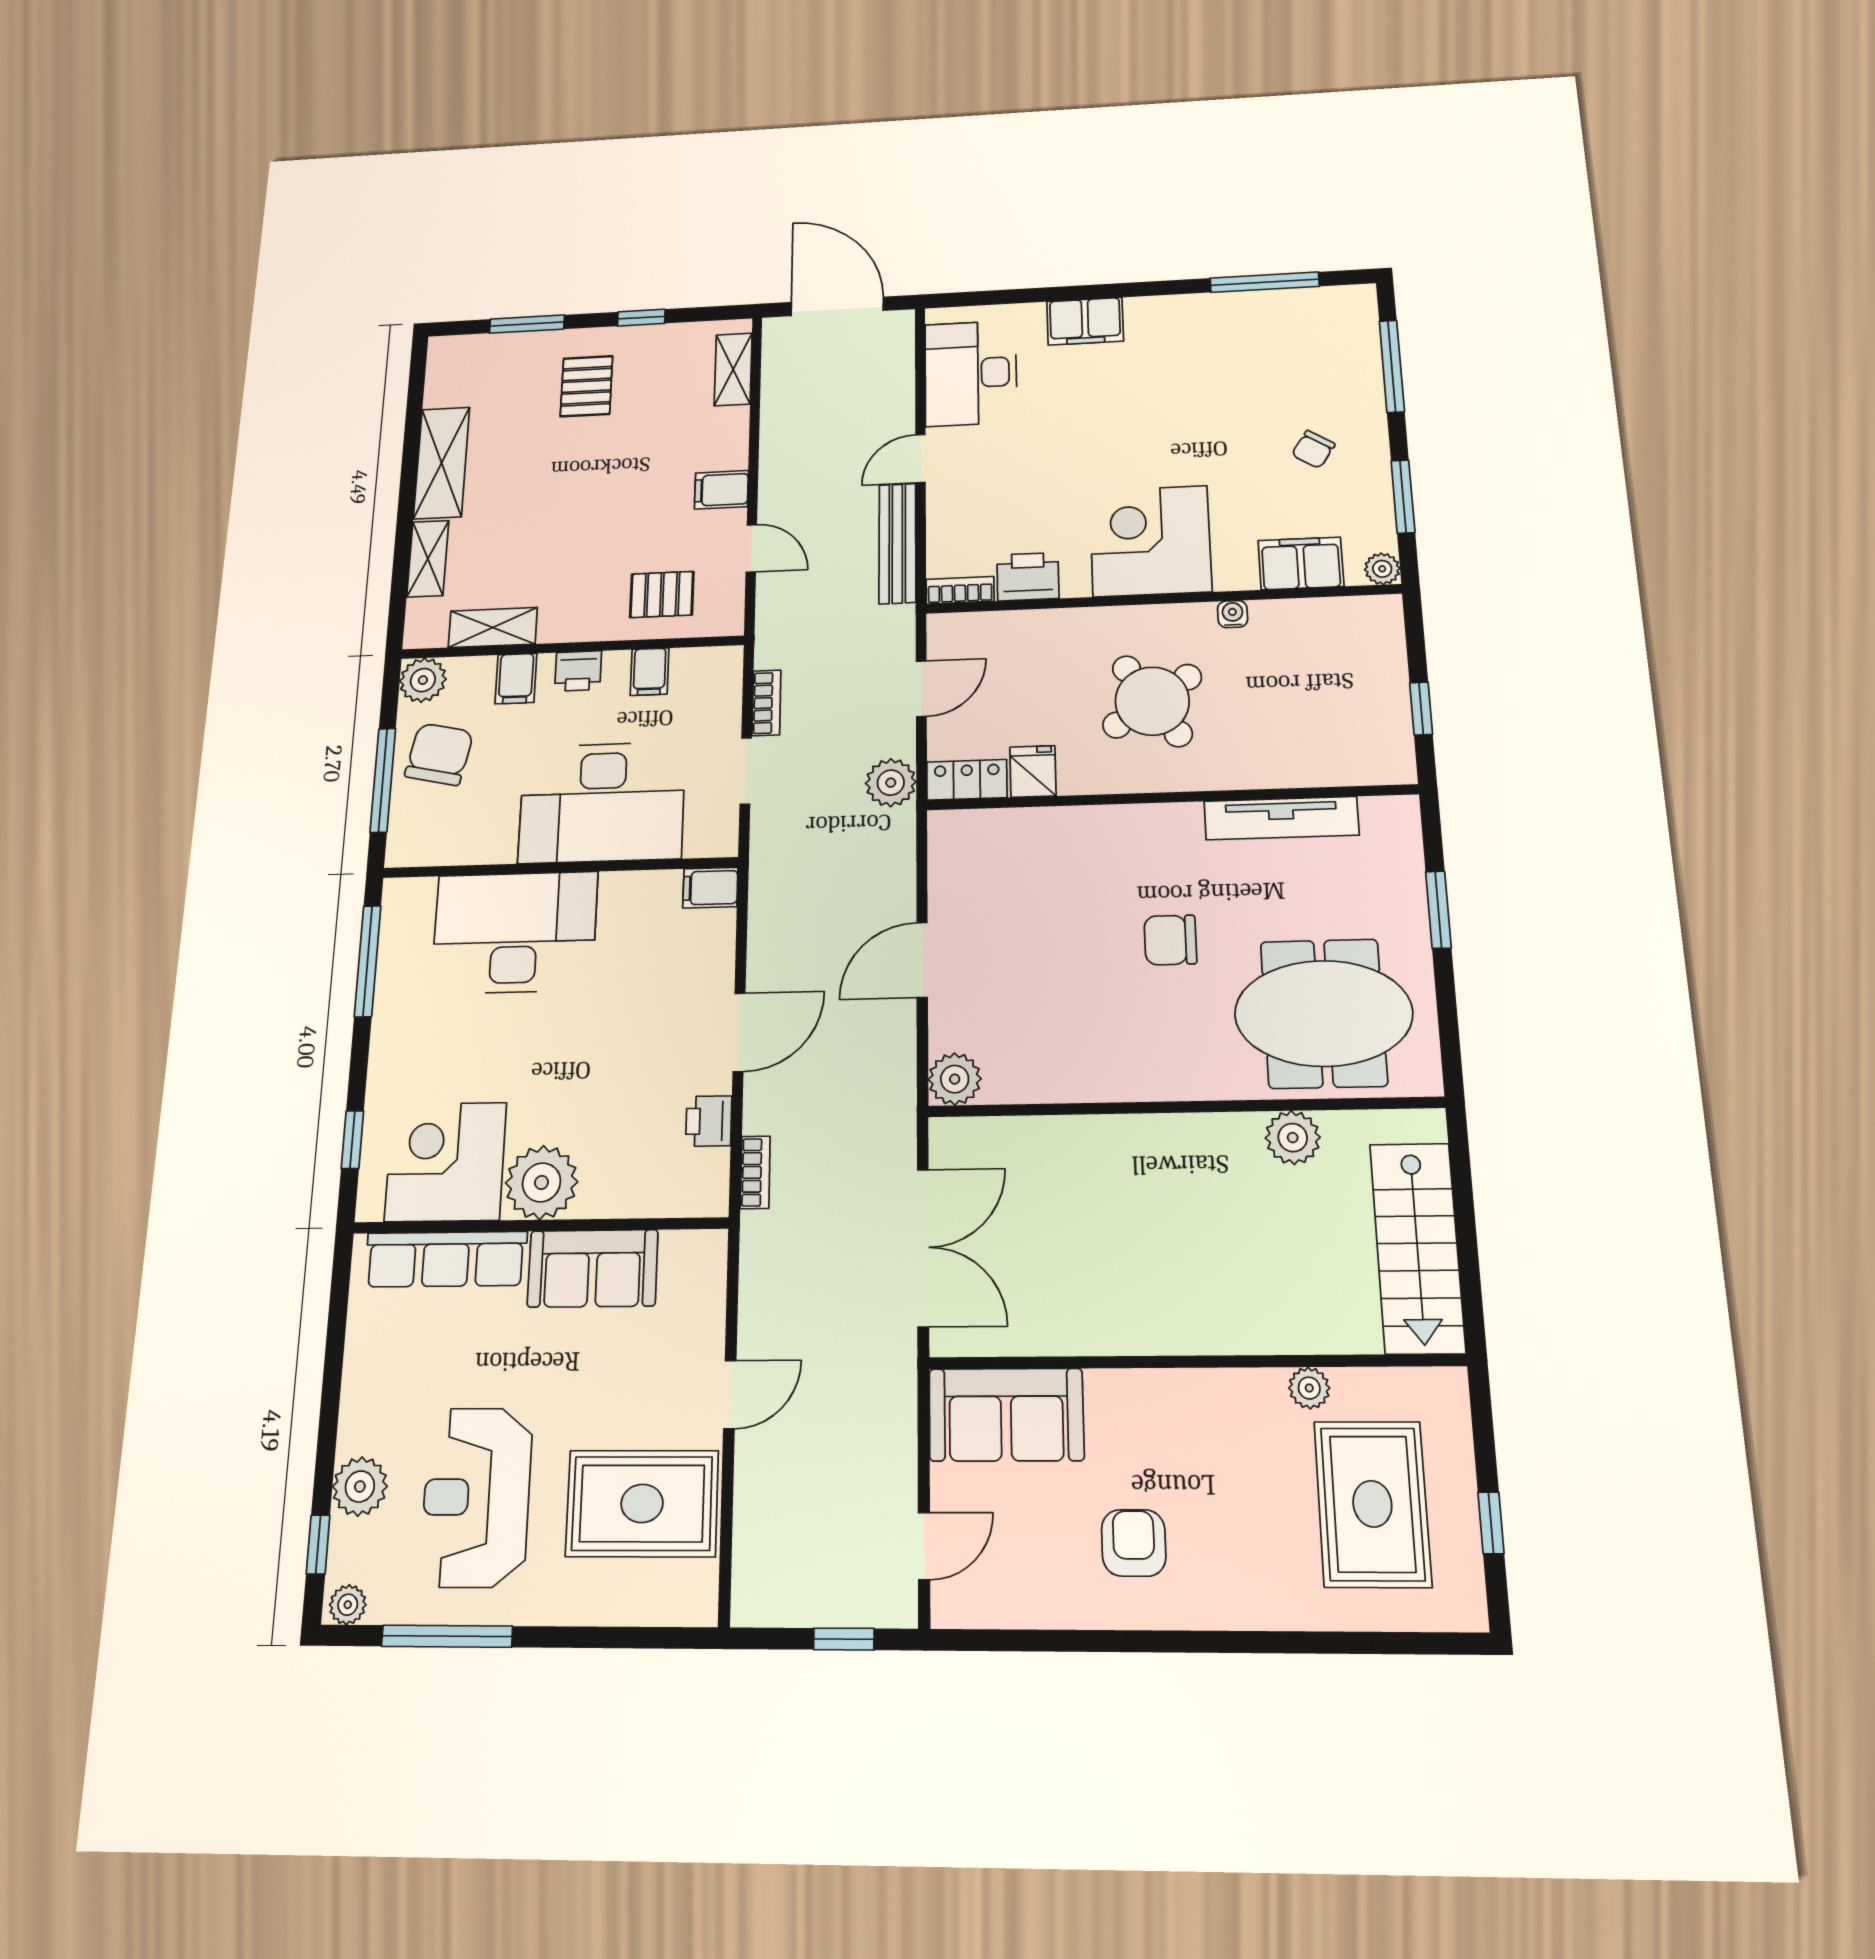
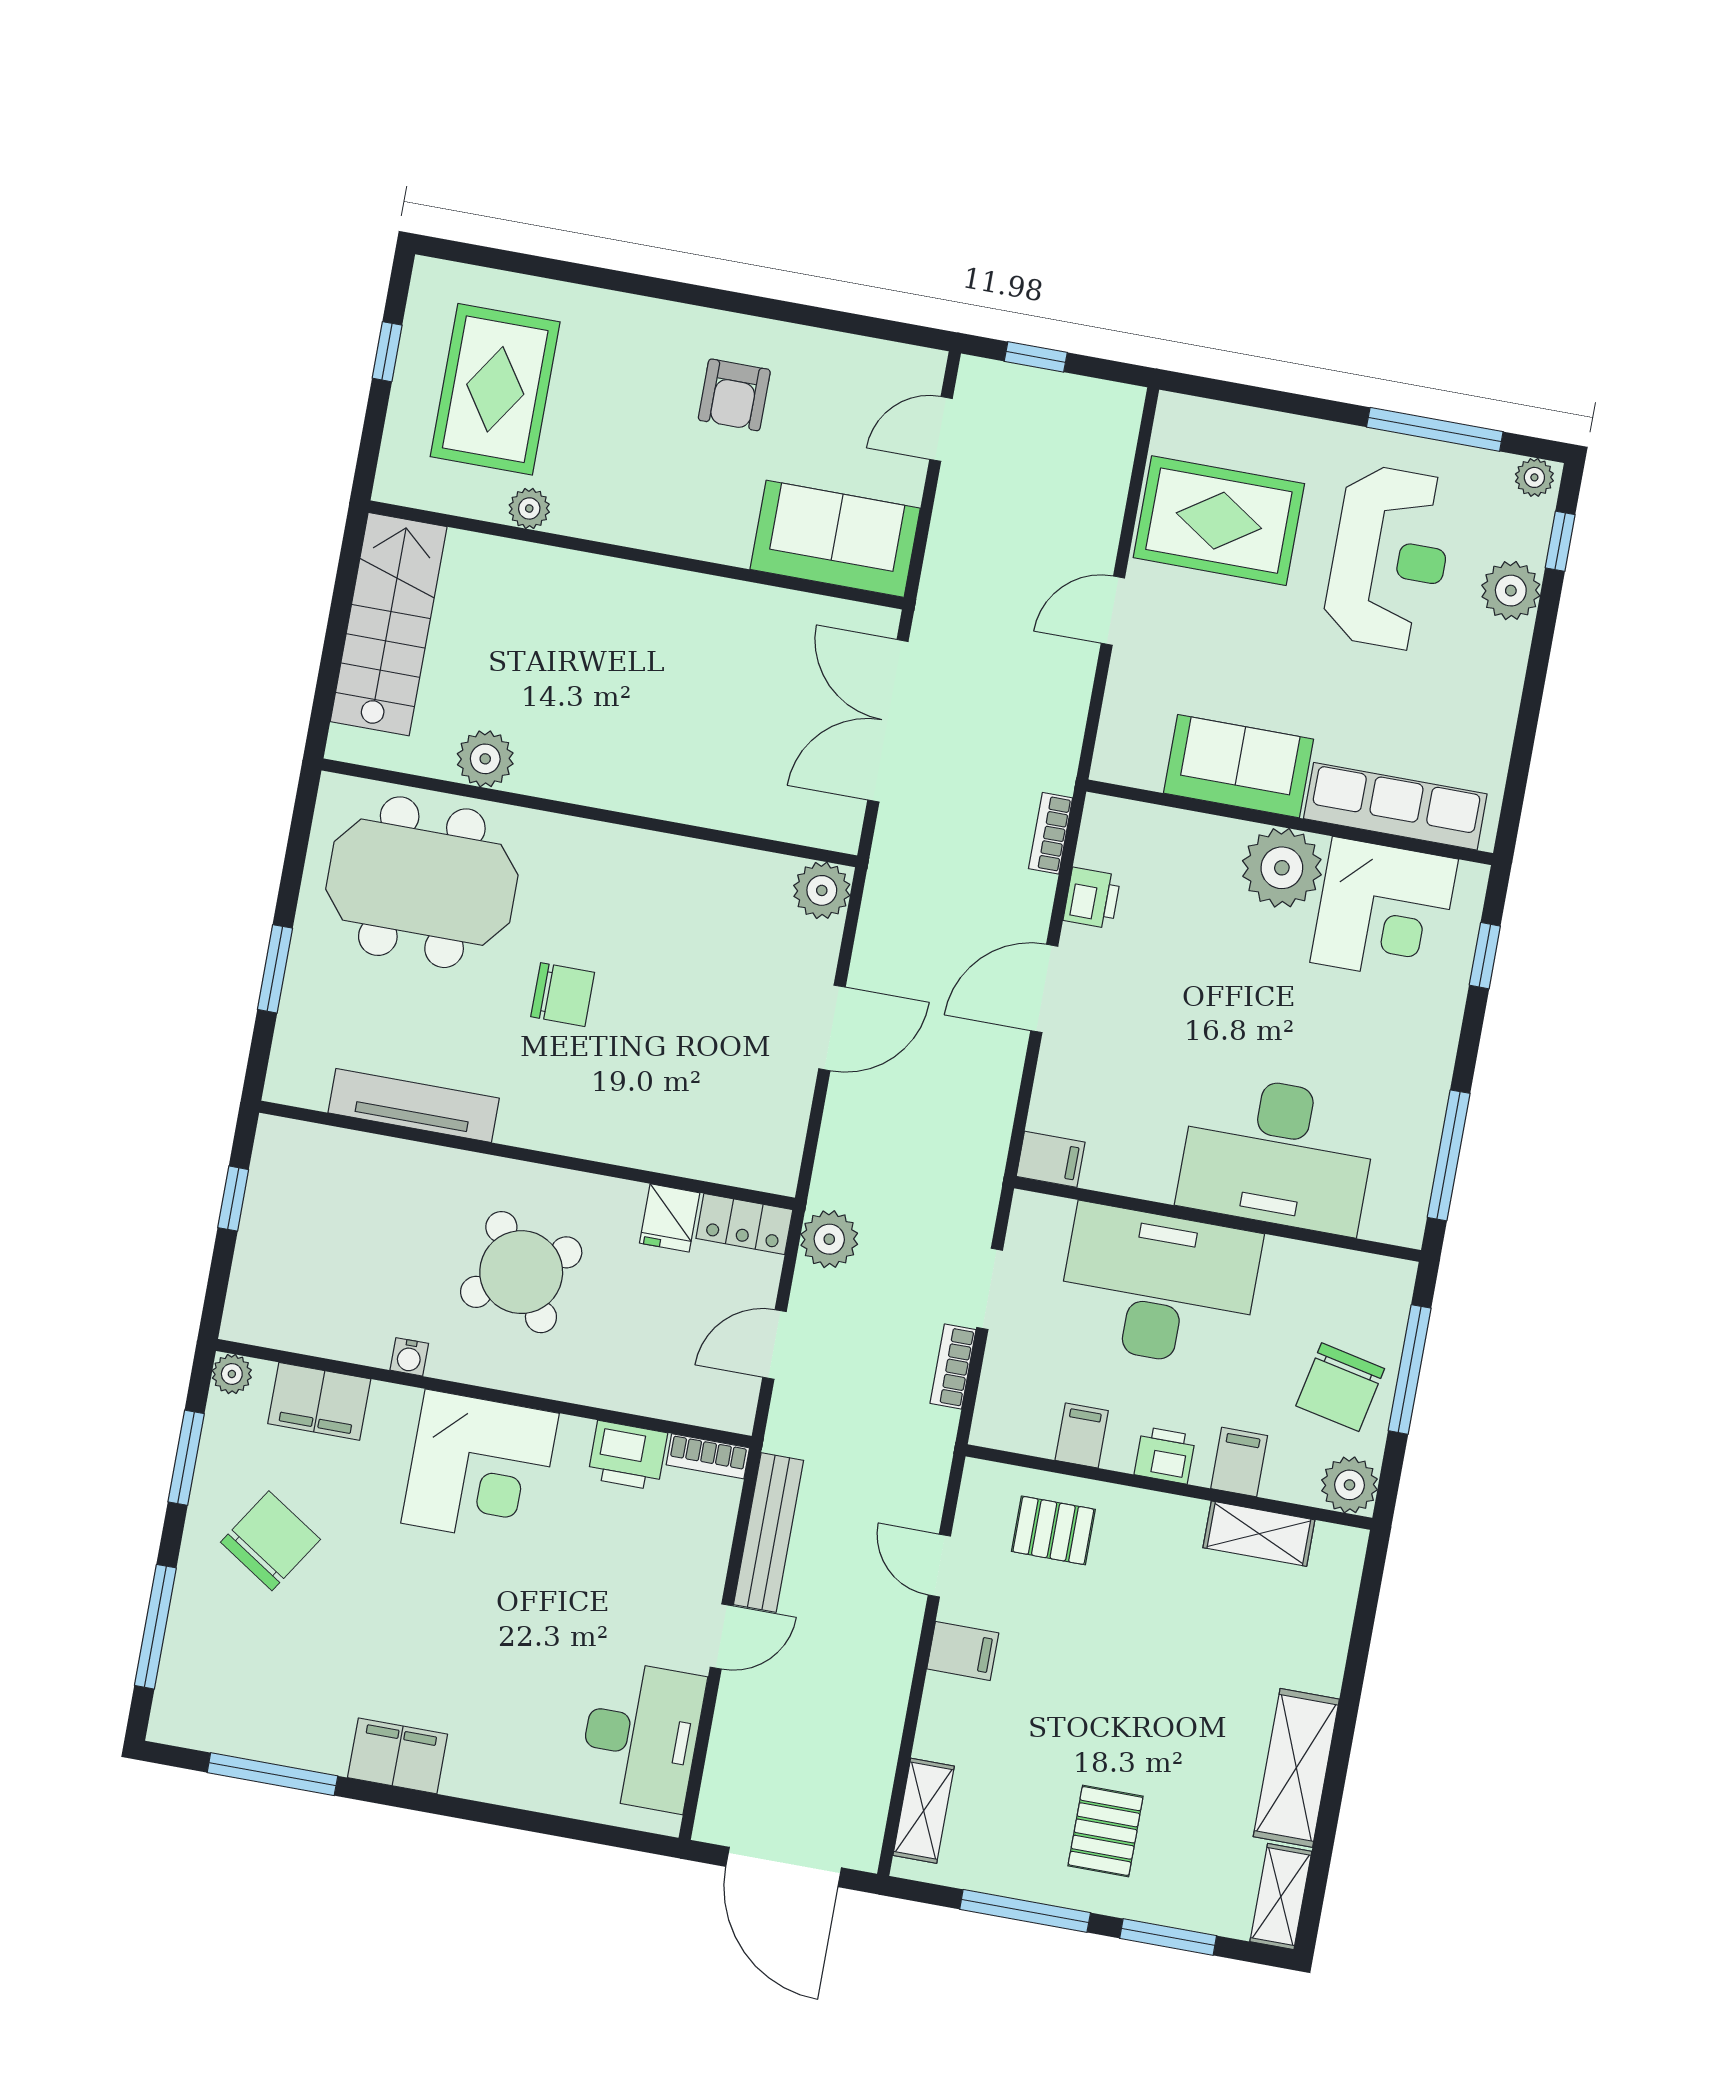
window: (641, 318) -> (1025, 1911), width x2.17
filing cabinet: (1085, 321) -> (398, 1756), moved
chair: (1313, 449) -> (270, 1541), width x1.87, depth x1.87
shelving: (428, 559) -> (1281, 1896), moved

